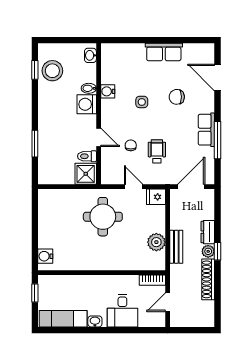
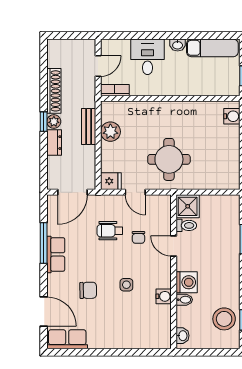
row of seats: (164, 52) -> (67, 339), moved
wheelchair: (157, 151) -> (110, 231), turned 90

